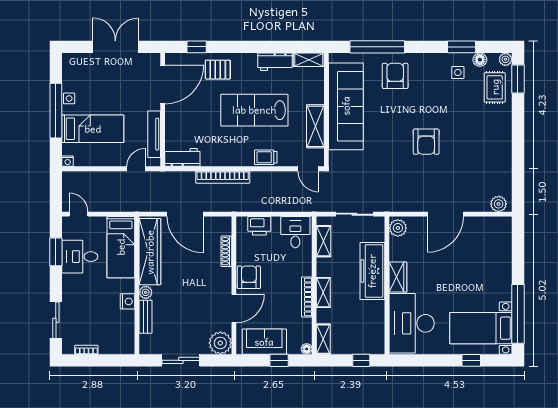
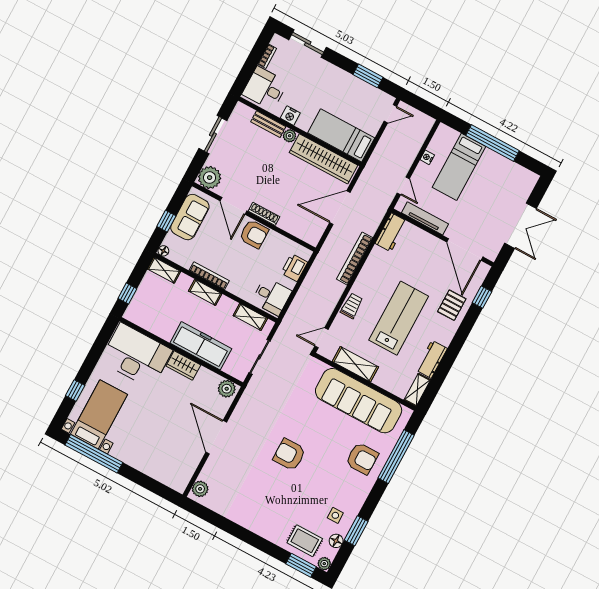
side table: (69, 98) -> (497, 160), removed
nightstand: (68, 161) -> (427, 157), moved
shoe rack: (226, 251) -> (264, 214), moved
desk: (80, 257) -> (265, 88), moved, turned -90

